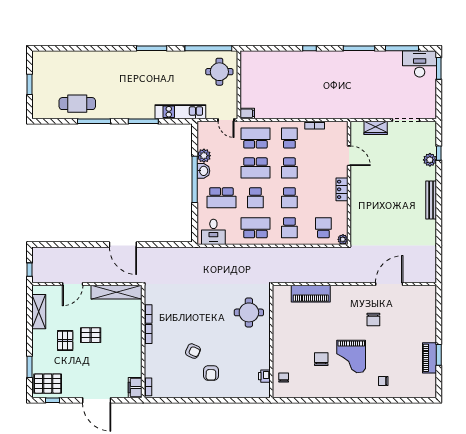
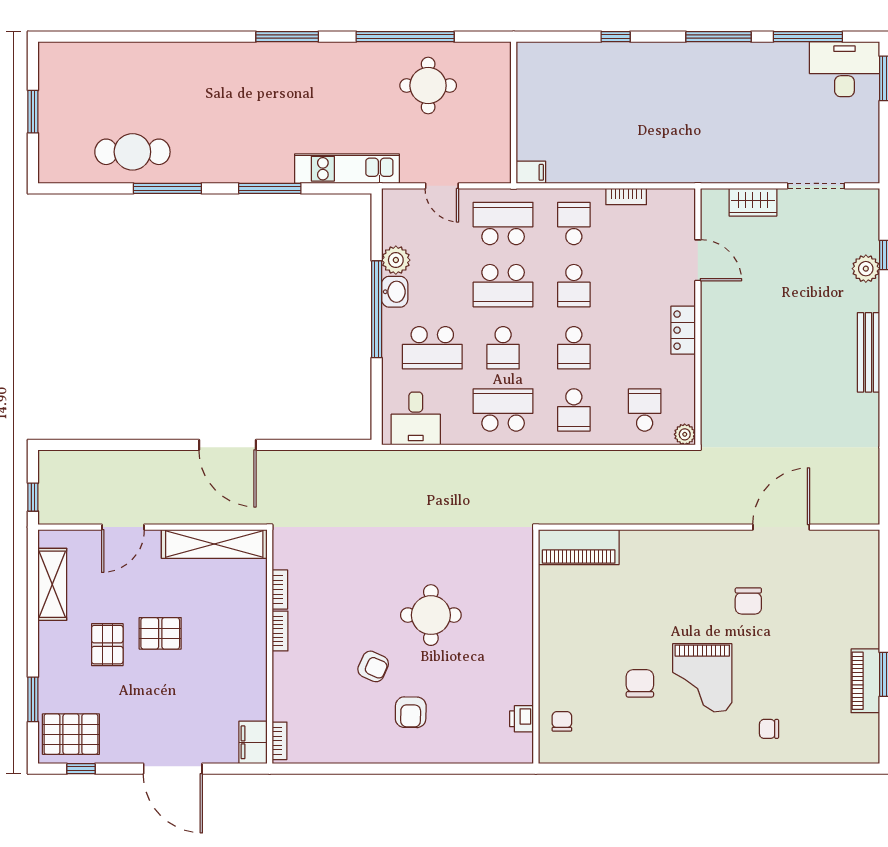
wall: (239, 85) -> (514, 113), moved
filing cabinet: (247, 113) -> (531, 172), moved
piano: (311, 294) -> (579, 547), moved
round table: (249, 312) -> (431, 615), moved

